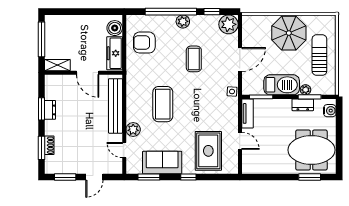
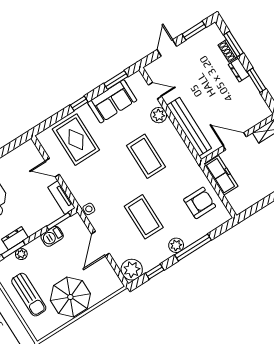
window: (171, 12) -> (193, 247), width x0.68
boiler: (115, 28) -> (236, 199), removed
coffee table: (194, 59) -> (144, 217), width x1.36, depth x1.32
barbecue: (282, 85) -> (52, 236), width x0.53, depth x0.65
dresser: (50, 110) -> (239, 70), moved

